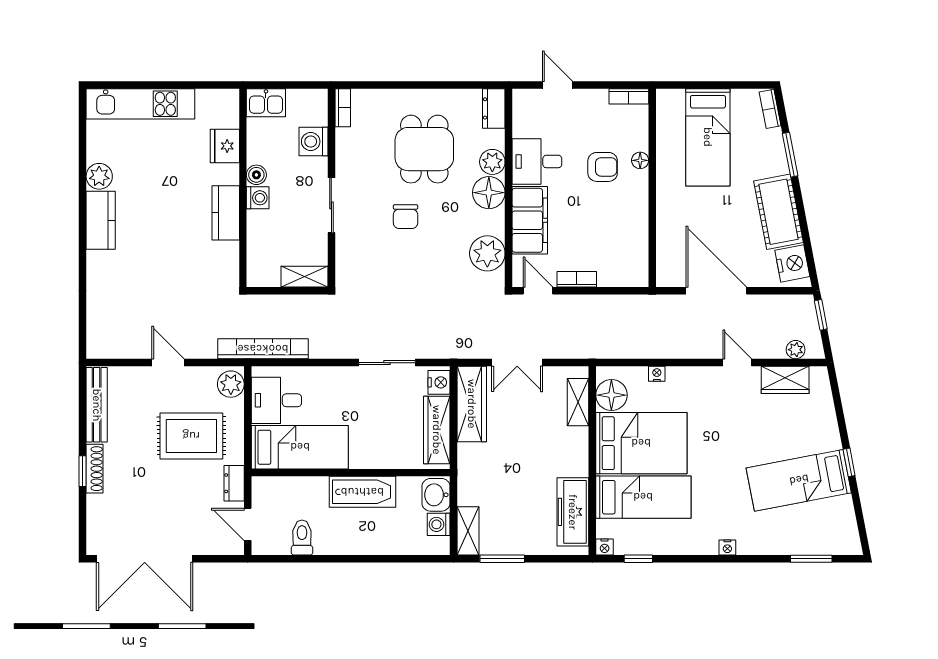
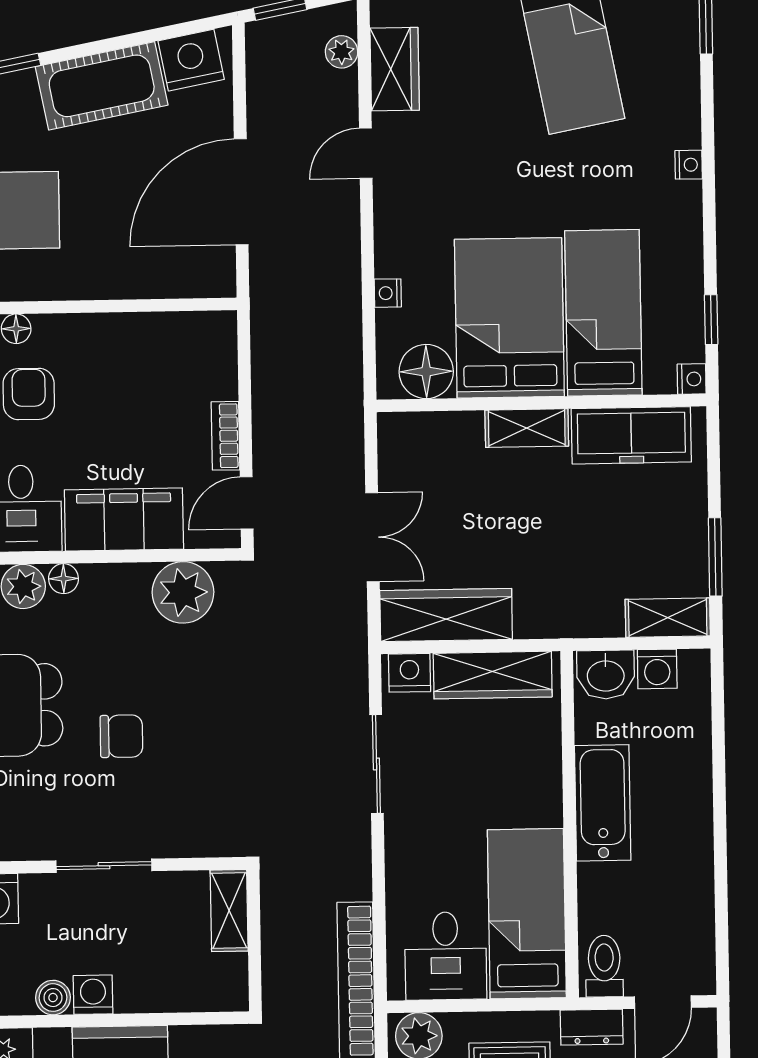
floor lamp: (489, 193) -> (64, 579), width x0.53, depth x0.53
shelving: (578, 402) -> (527, 428), moved
toilet: (302, 538) -> (604, 966), moved, turned 90

